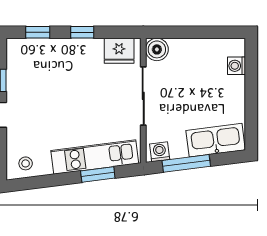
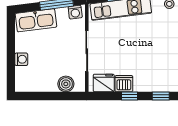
boiler: (157, 49) -> (66, 84), moved
dishwasher: (90, 50) -> (124, 84), added
washing machine: (236, 66) -> (21, 59), moved

